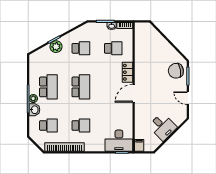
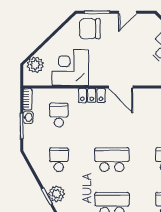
plant: (150, 31) -> (35, 65), added
corner desk: (148, 57) -> (70, 67), added
chair: (176, 71) -> (90, 29), turned 99

